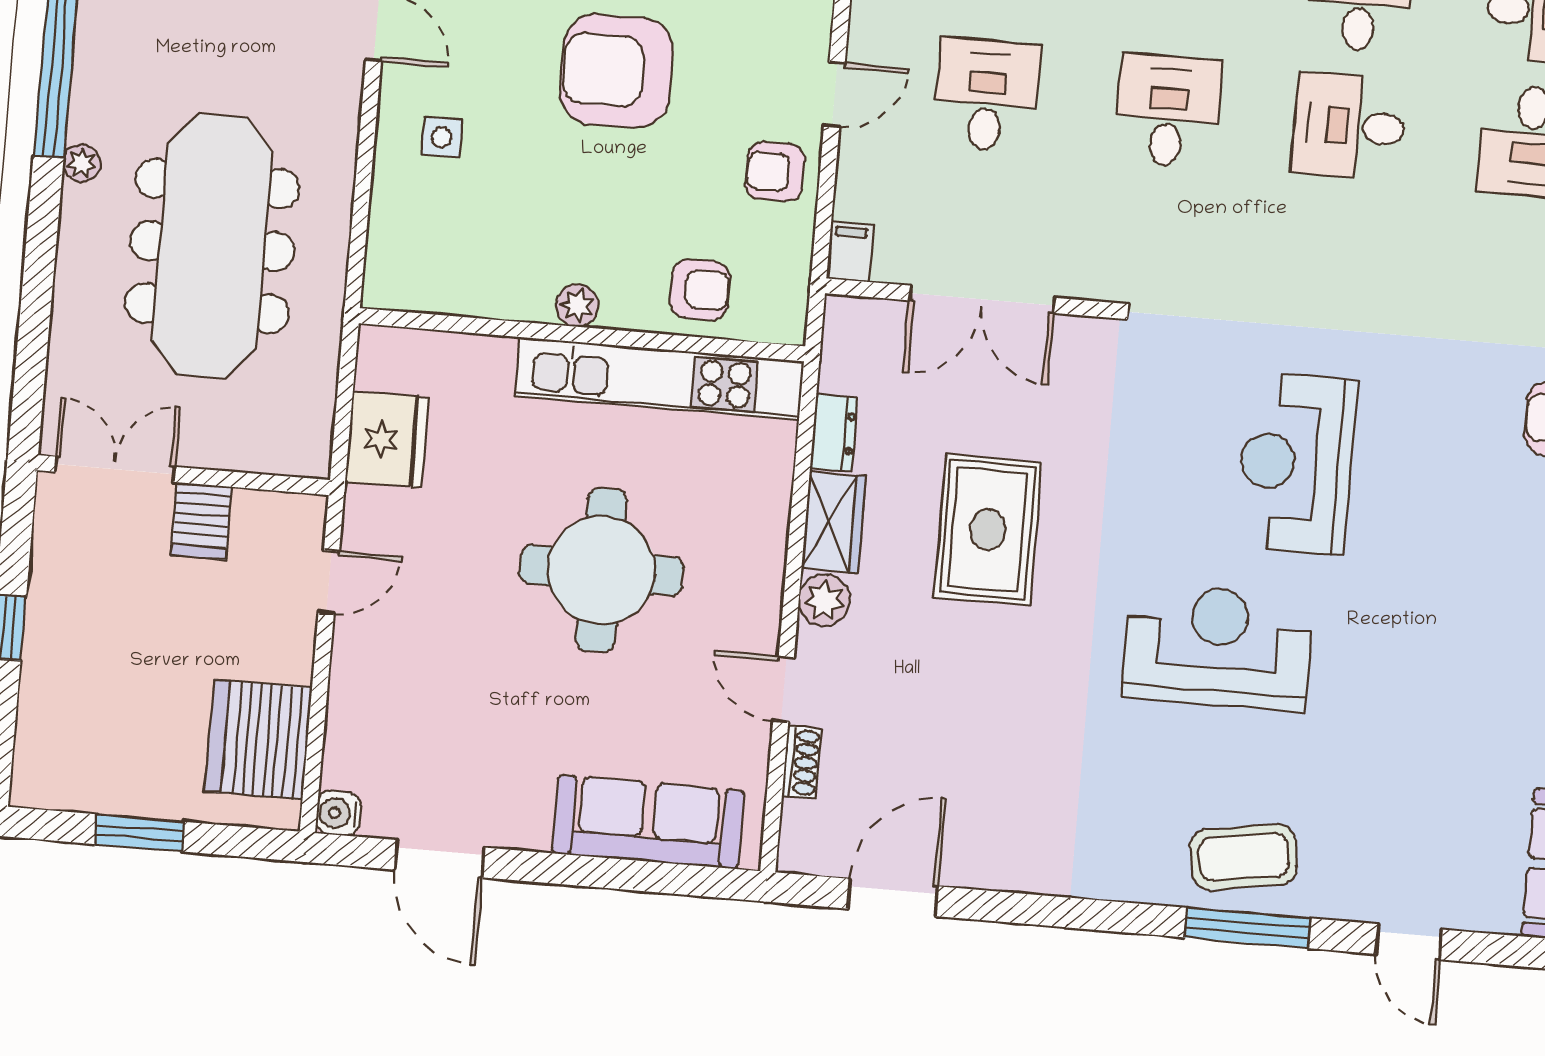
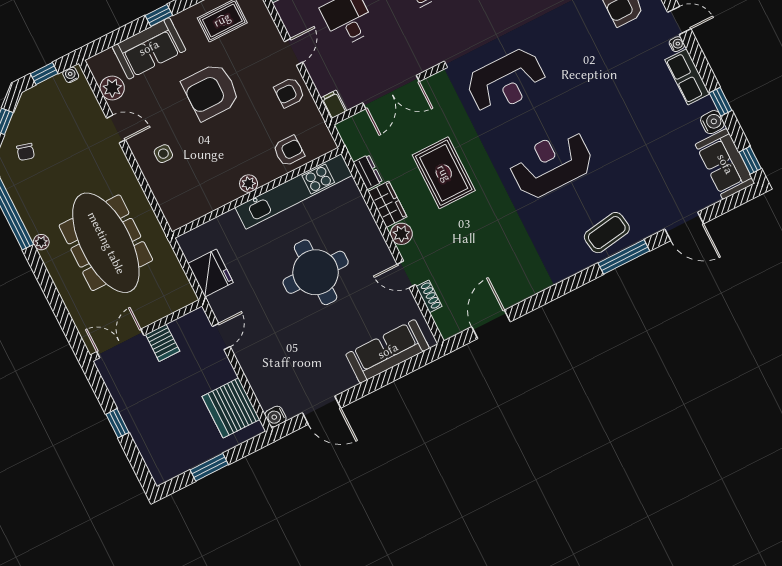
reception desk: (1296, 463) -> (506, 81), moved, turned -90
door: (1409, 942) -> (684, 226), width x1.38

